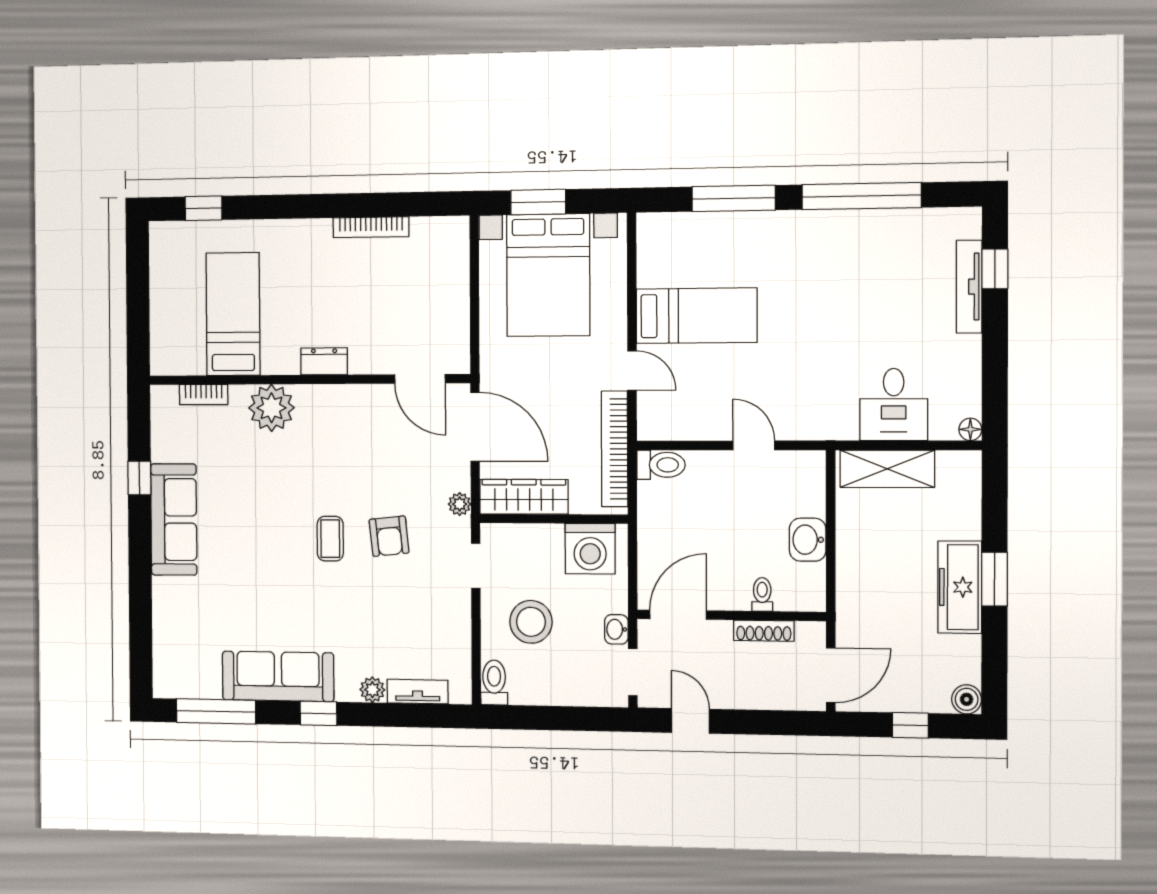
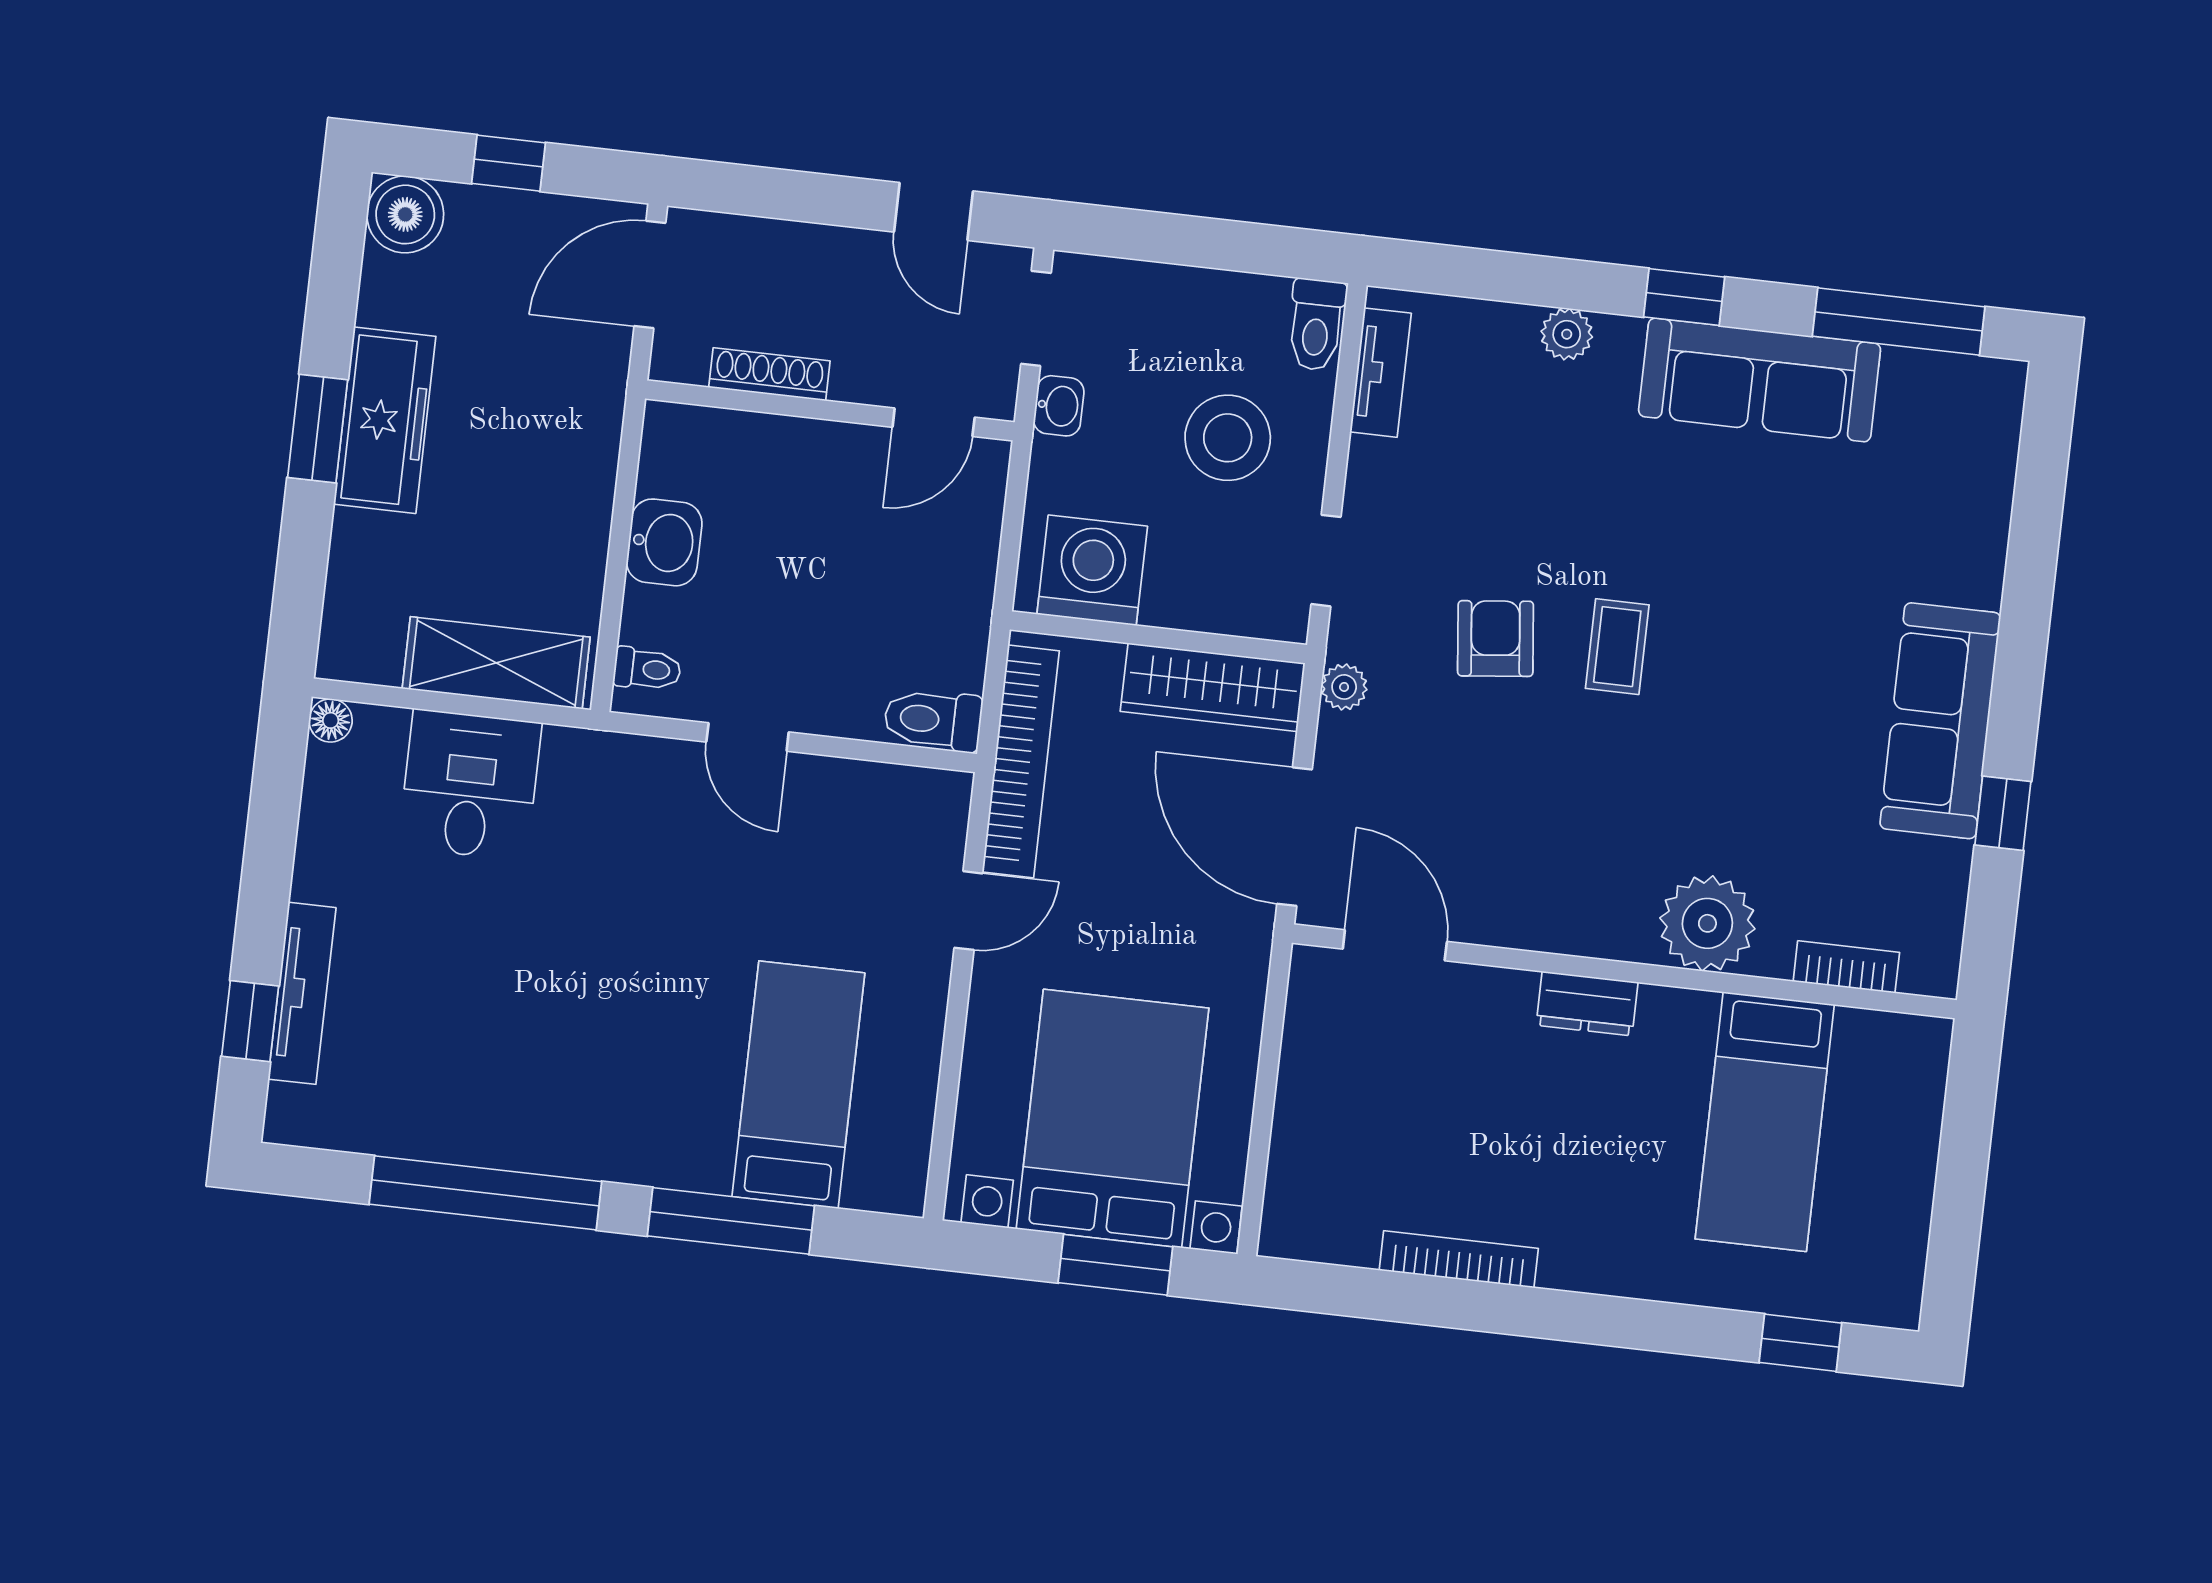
bed: (697, 316) -> (798, 1085), moved, turned 90
door: (632, 371) -> (968, 911), swing flipped
toilet: (762, 594) -> (647, 669), moved, turned -90
door: (678, 615) -> (934, 422), width x0.73
tv unit: (418, 692) -> (1381, 373), moved, turned -90
boiler: (967, 699) -> (405, 214), width x1.36, depth x1.36

